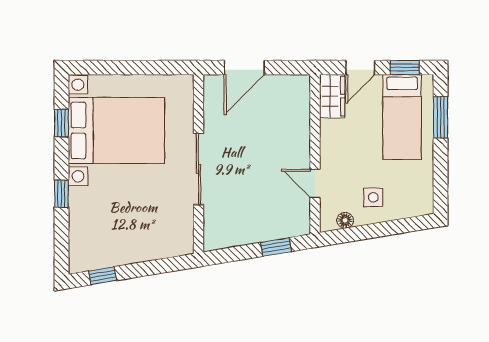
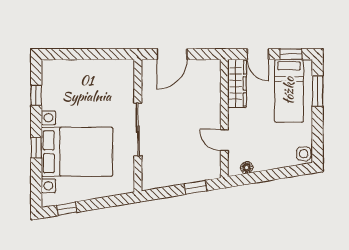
door: (360, 68) -> (258, 54), hinge flipped
wardrobe: (332, 96) -> (237, 83), width x1.50
bed with nightstands: (116, 131) -> (77, 152), moved
side table: (373, 197) -> (304, 154), moved

